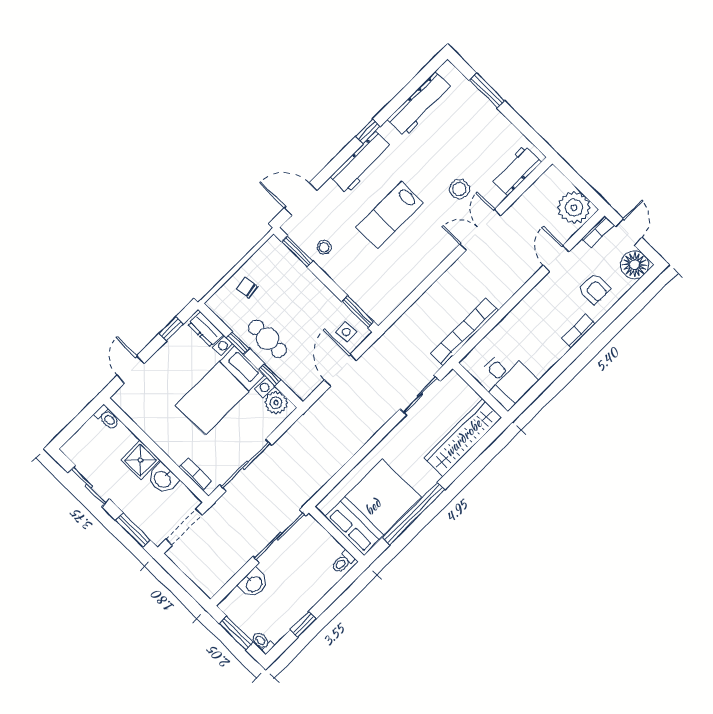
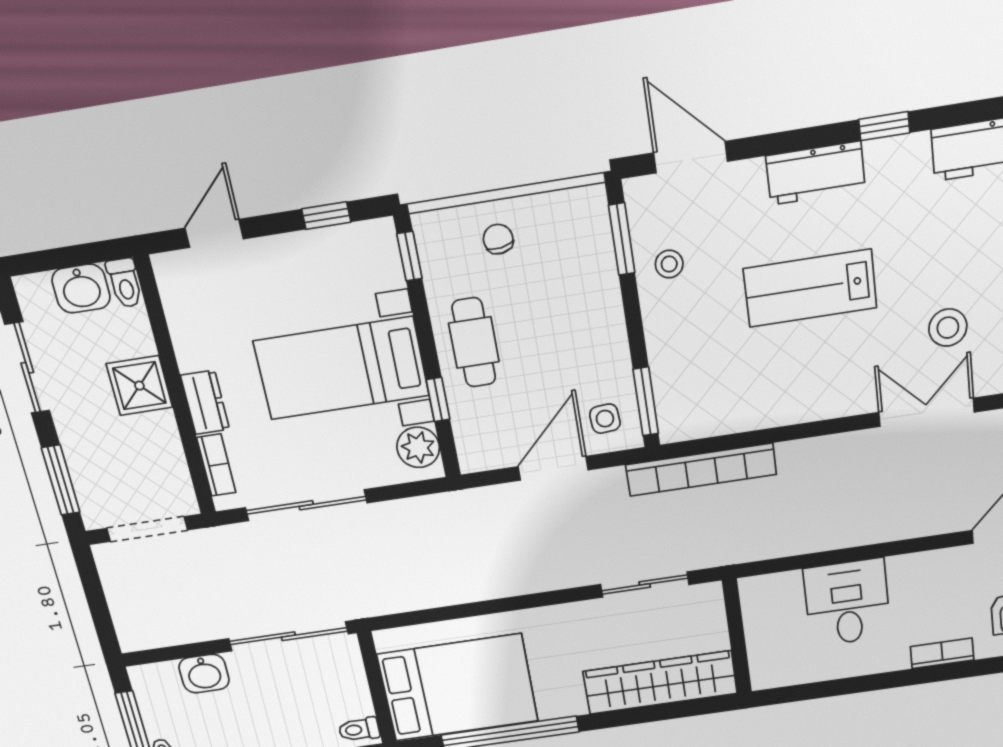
workbench: (361, 163) -> (816, 173), width x0.73
dresser: (205, 329) -> (205, 402), moved, turned 180
bookcase: (464, 332) -> (701, 470), moved, turned 180
window: (238, 343) -> (410, 256), moved
desk: (506, 379) -> (847, 603), moved, turned 180
washbasin: (163, 479) -> (81, 289), moved, turned -90

